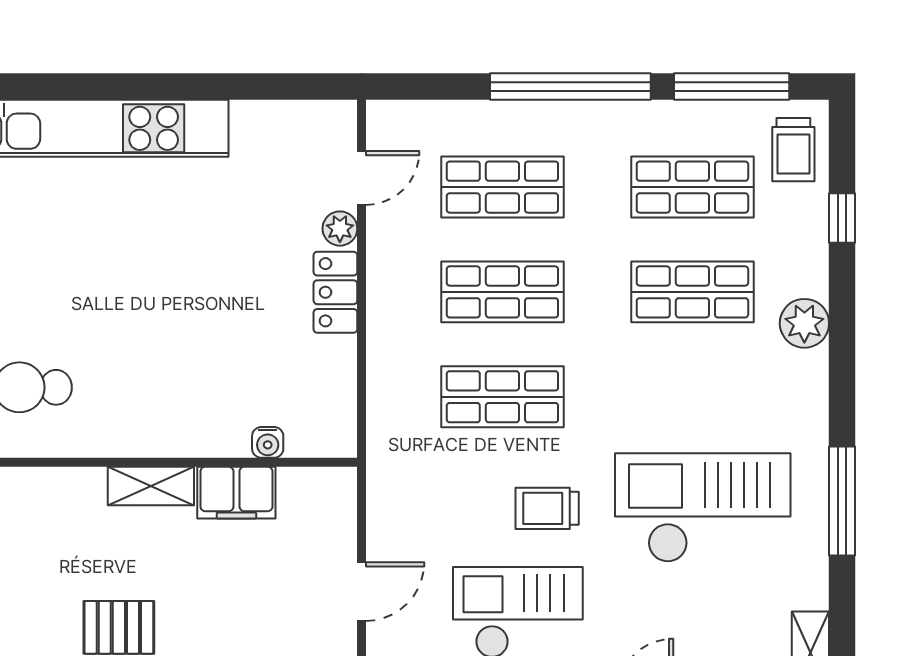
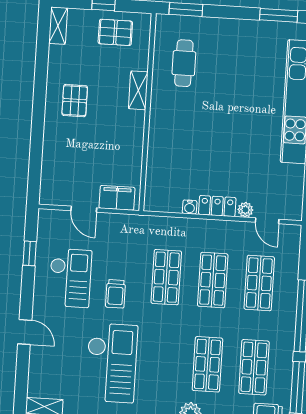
water cooler: (268, 442) -> (190, 207), moved, turned -90
shelving: (151, 486) -> (138, 90), moved
filing cabinet: (236, 493) -> (117, 198), moved, turned 90
trolley: (547, 508) -> (116, 294), turned 180

